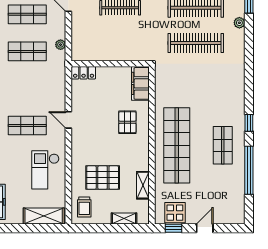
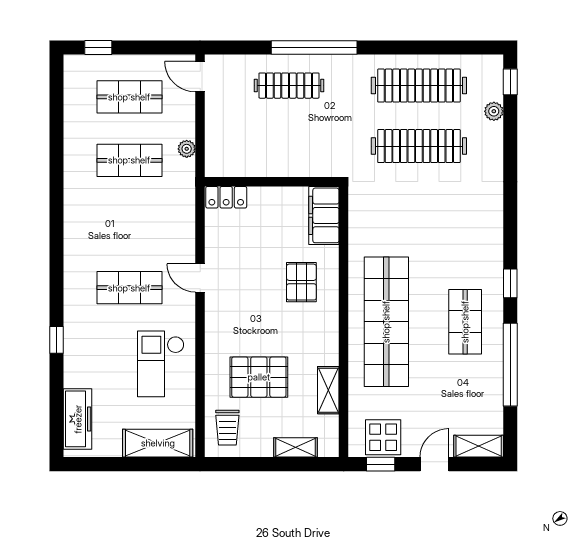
shelving: (231, 218) -> (479, 446), added

